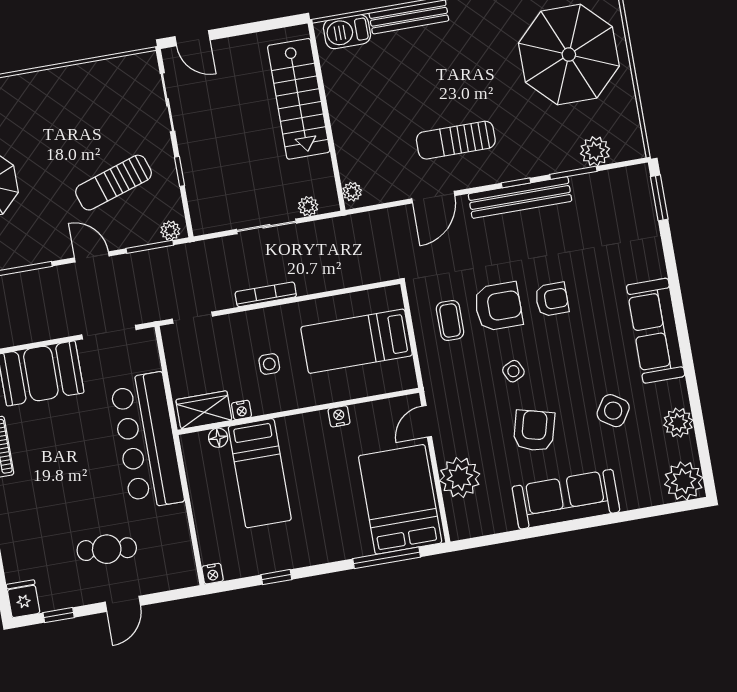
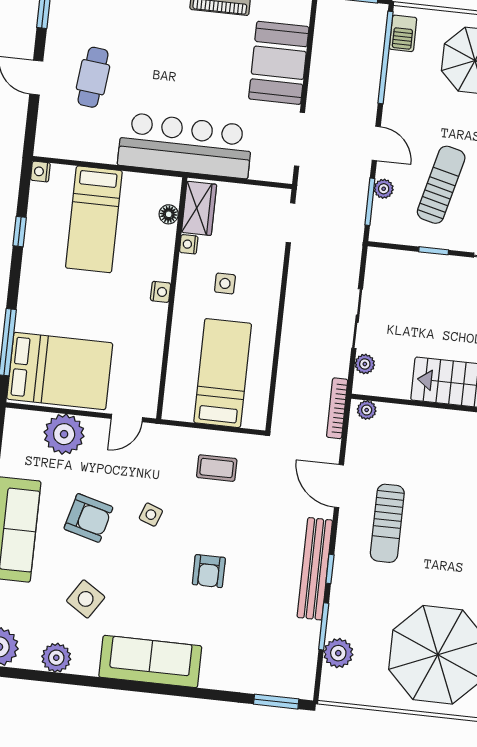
sun lounger: (456, 140) -> (387, 523), turned 180
sun lounger: (114, 183) -> (441, 185), turned 32
plant: (170, 231) -> (384, 189), moved
door: (92, 257) -> (376, 144), hinge flipped
bookcase: (266, 294) -> (337, 408), moved, turned 180
armchair: (498, 307) -> (217, 518), removed
side table: (513, 371) -> (151, 515), turned 45
nightstand: (339, 416) -> (161, 292), moved
door: (427, 421) -> (127, 418), swing flipped
bed: (260, 473) -> (94, 219), moved, turned -90

